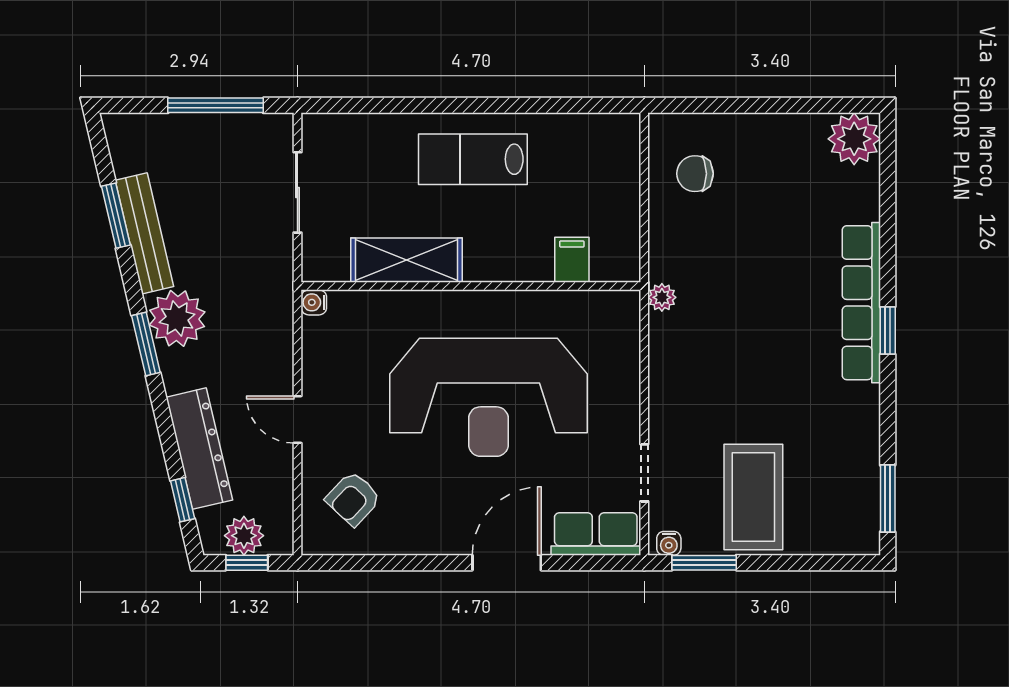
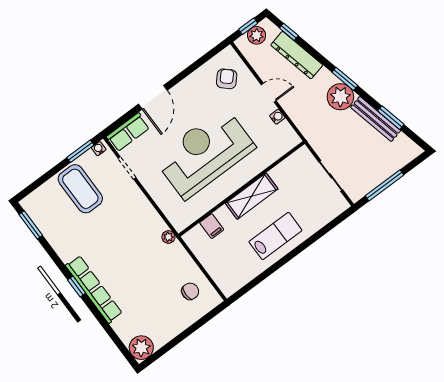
shelving: (407, 260) -> (252, 196), moved
water cooler: (314, 302) -> (277, 117), moved

